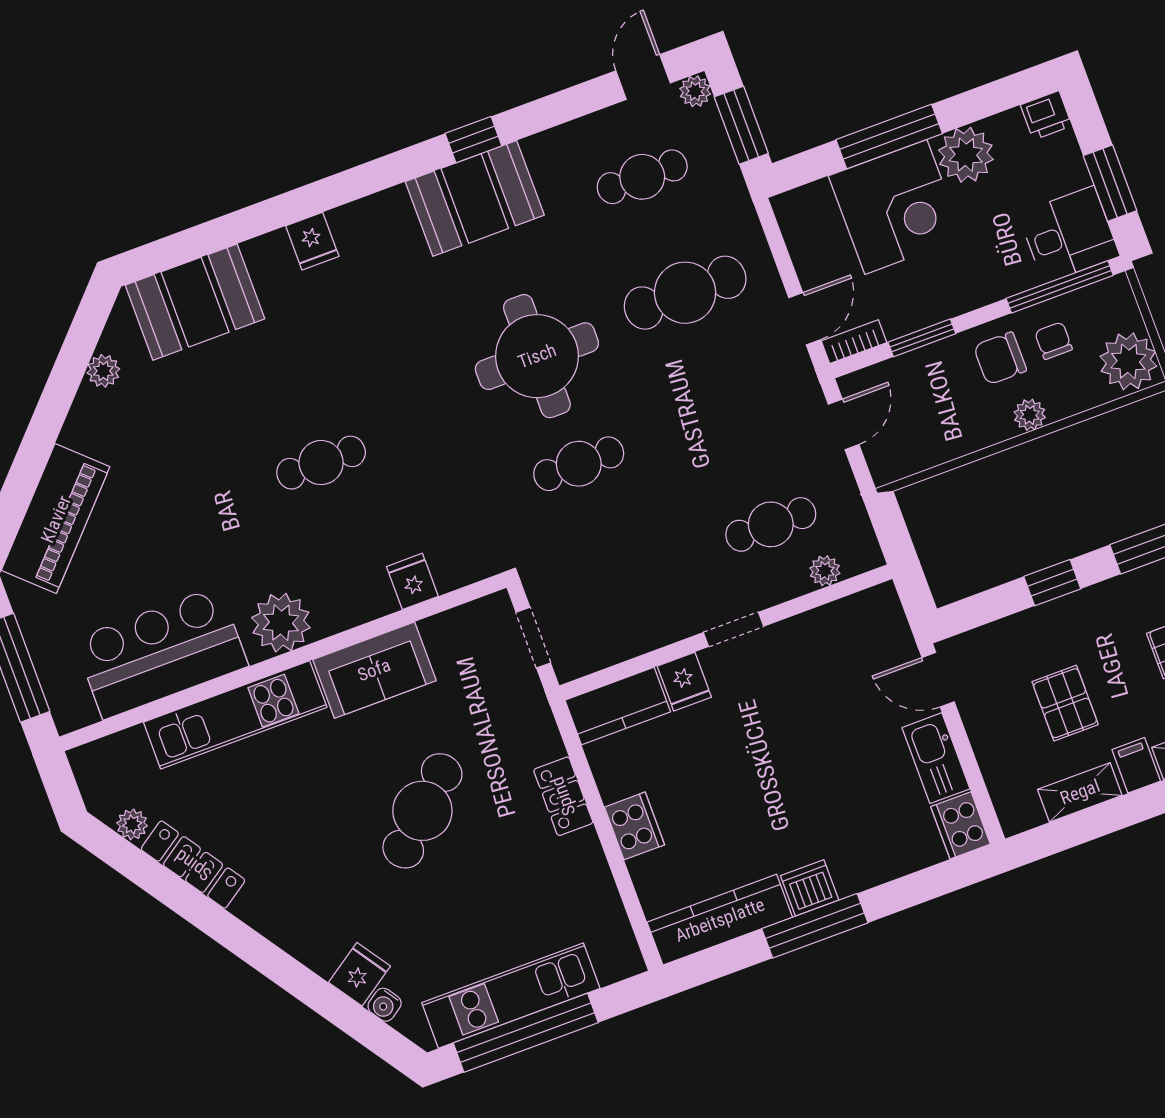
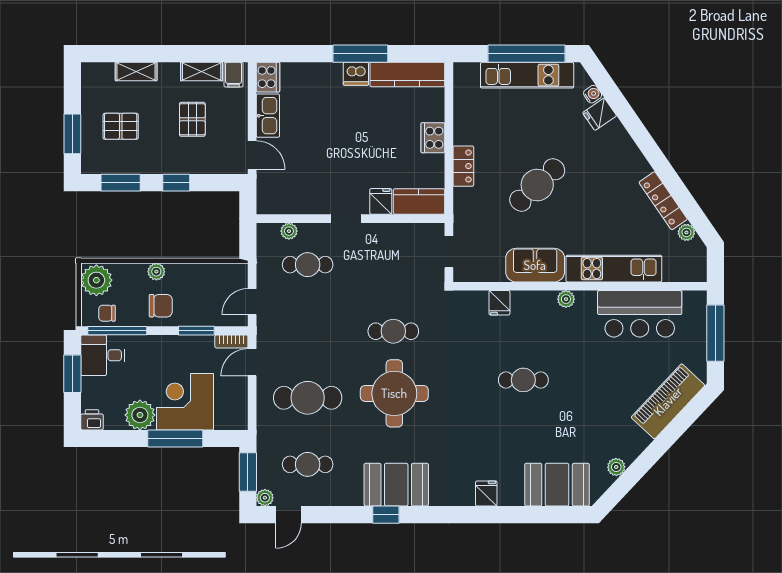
chair: (1053, 341) -> (107, 313), moved, turned 90
plant: (281, 623) -> (566, 299), width x0.53, depth x0.53
filing cabinet: (1136, 765) -> (234, 75), moved

